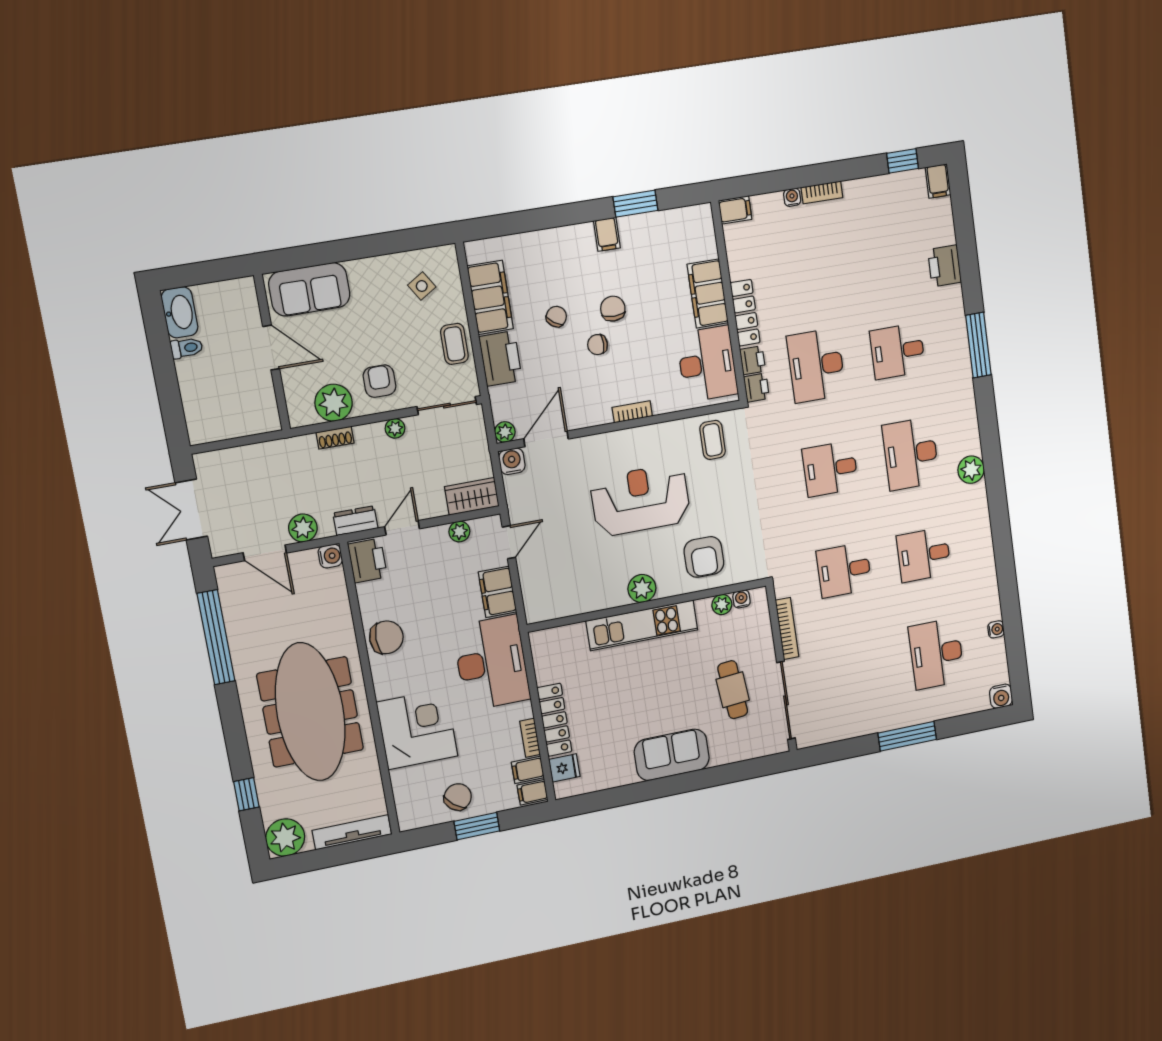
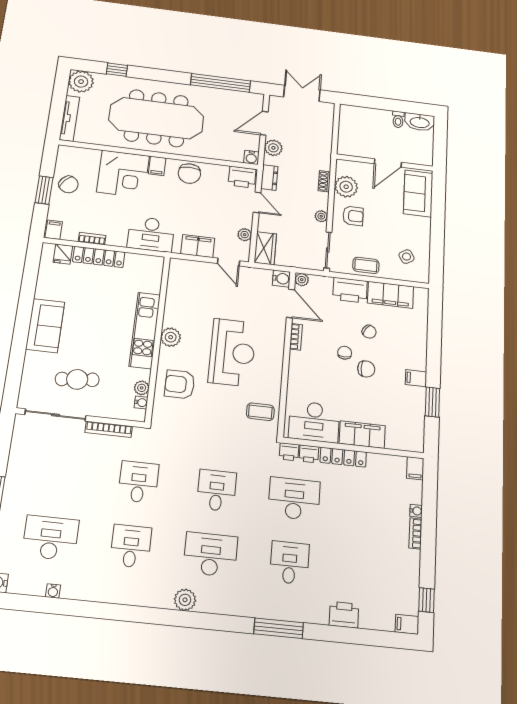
bookcase: (632, 412) -> (296, 337), moved
desk: (492, 663) -> (151, 234), width x0.73, depth x0.77
filing cabinet: (528, 770) -> (157, 166), moved, turned 180

